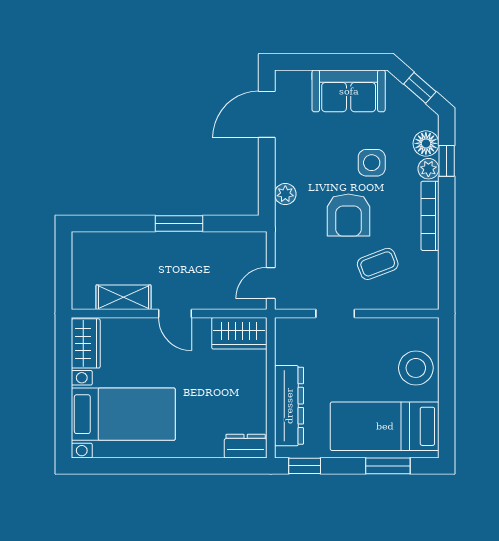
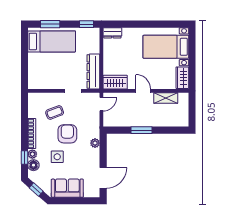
stool: (416, 368) -> (38, 67), removed
dresser: (289, 406) -> (93, 72), moved

